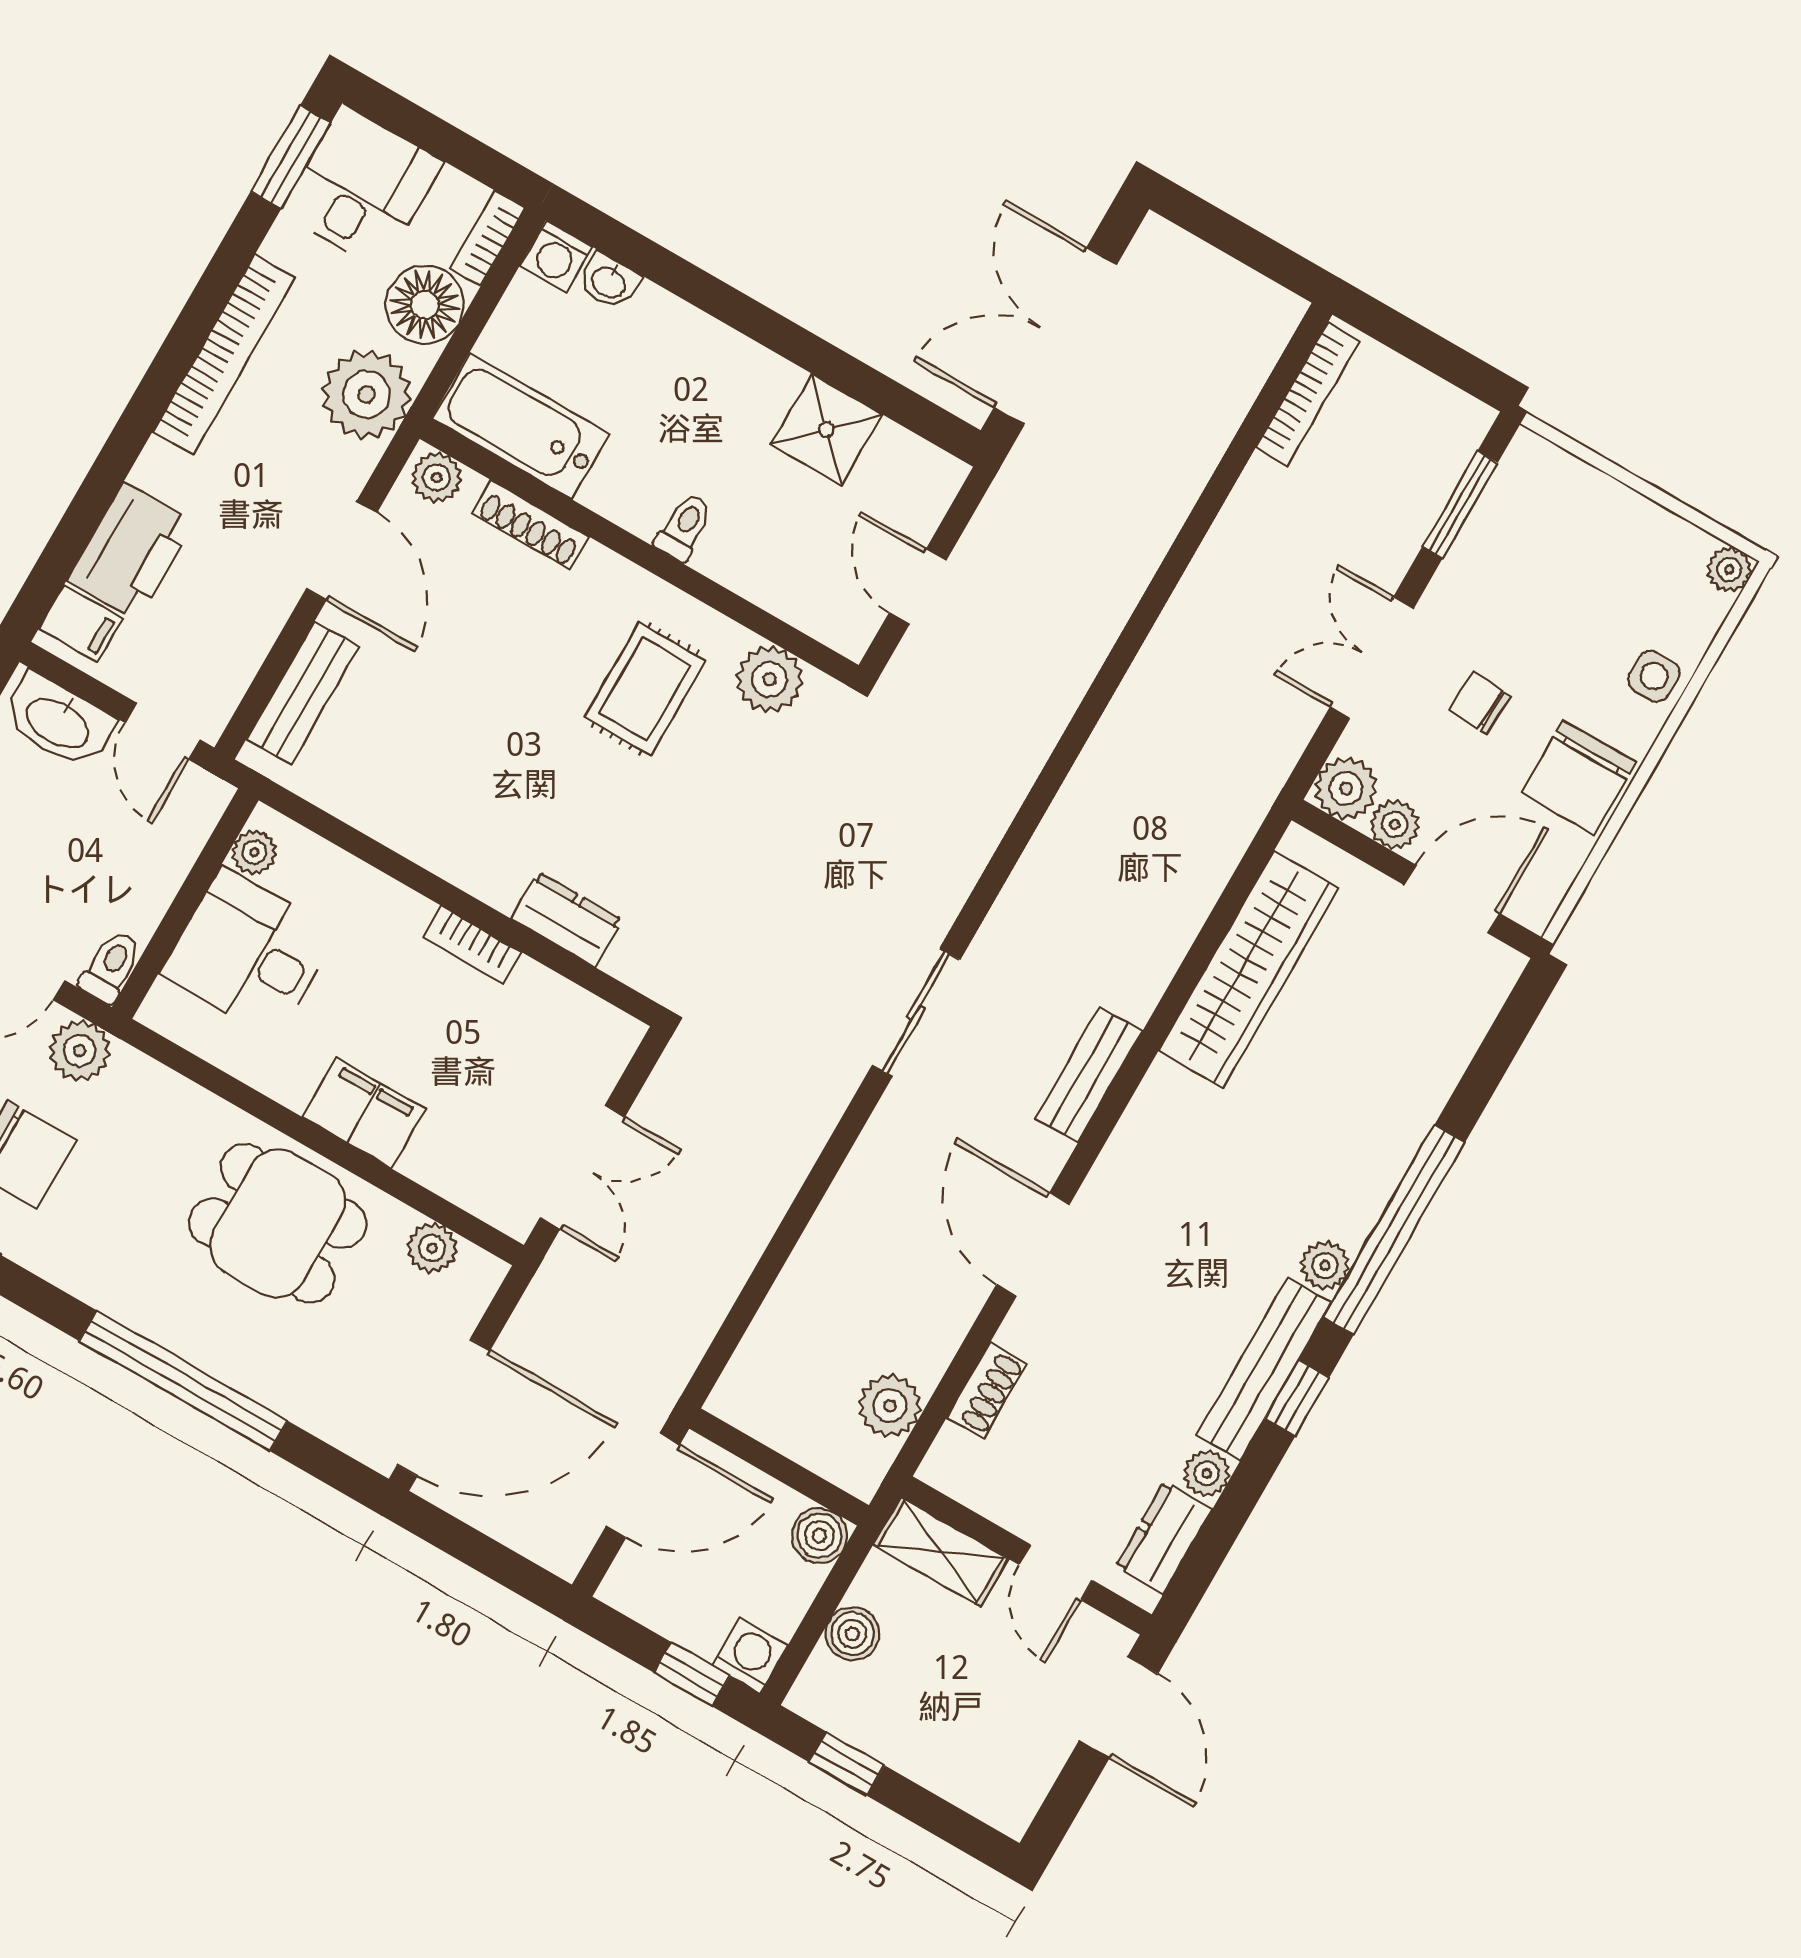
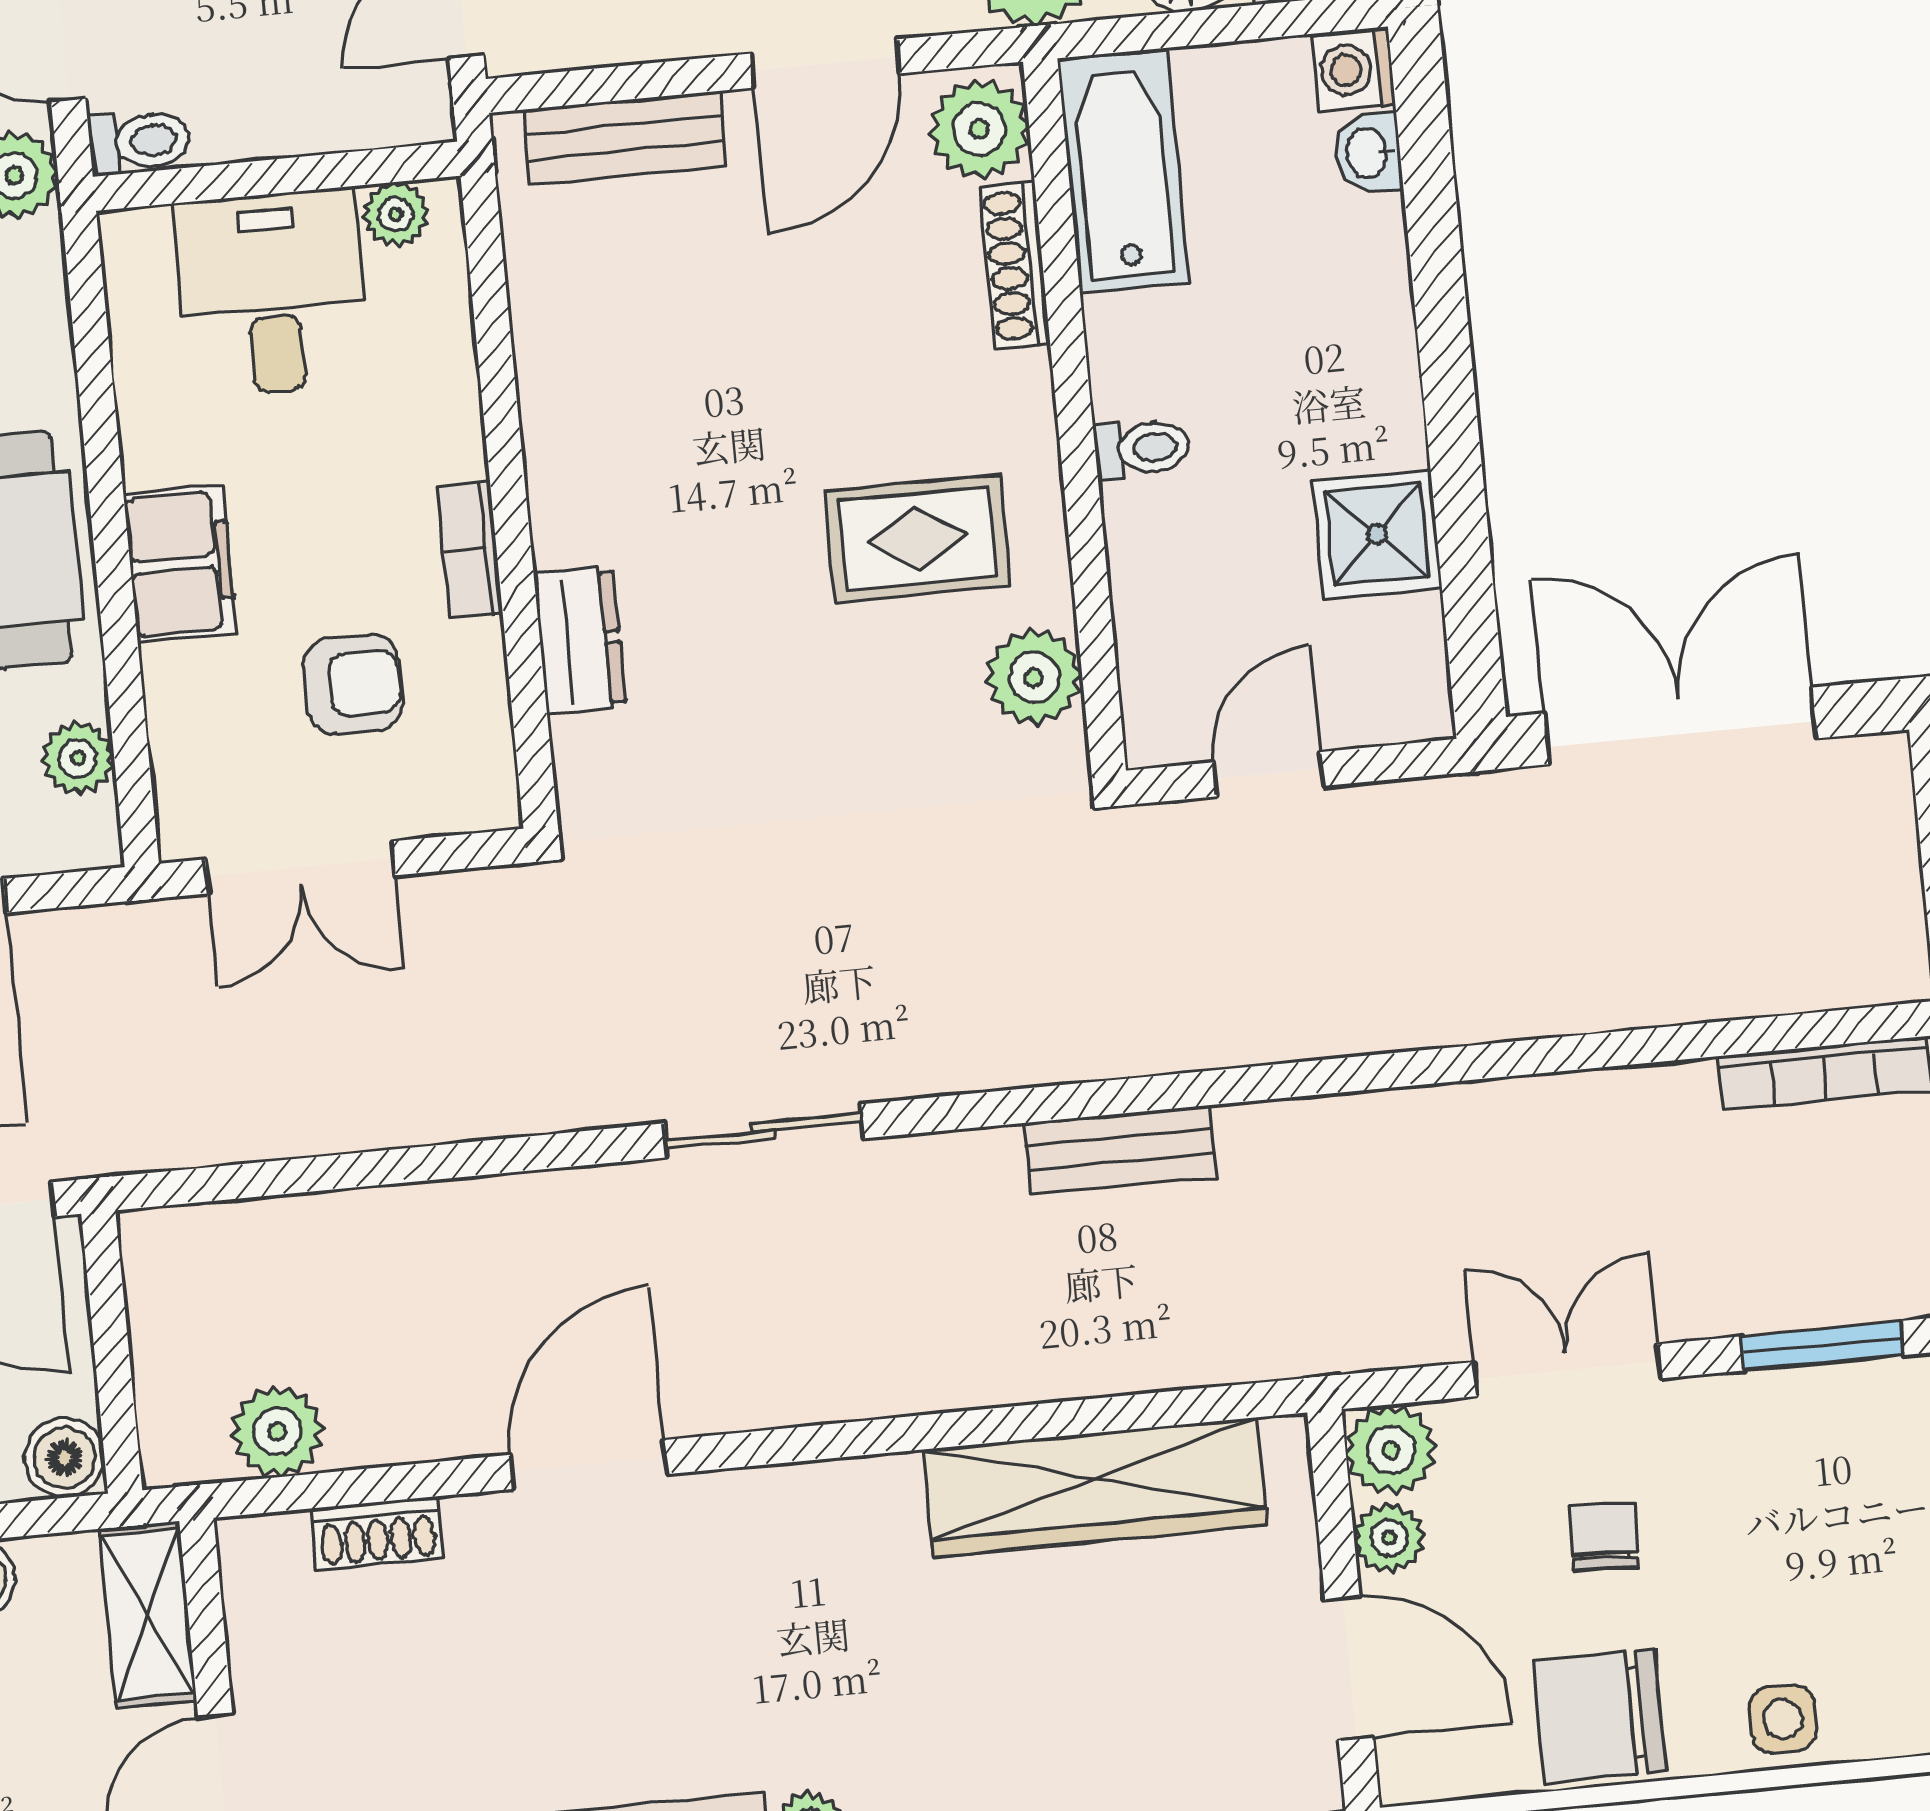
plant: (437, 478) -> (979, 129), width x1.38, depth x1.38
armchair: (501, 1064) -> (353, 684), added
bench: (1089, 1075) -> (1120, 1150), moved

